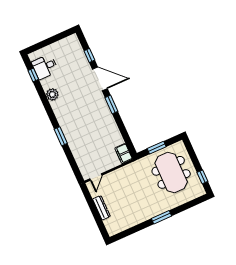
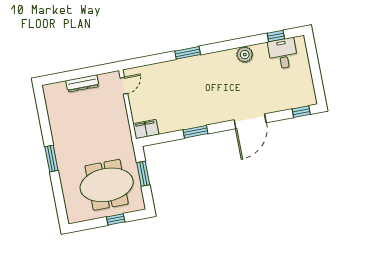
window: (89, 55) -> (301, 112), moved
window: (111, 105) -> (195, 132), moved
door: (96, 177) -> (124, 86), swing flipped
window: (202, 177) -> (116, 219), moved

